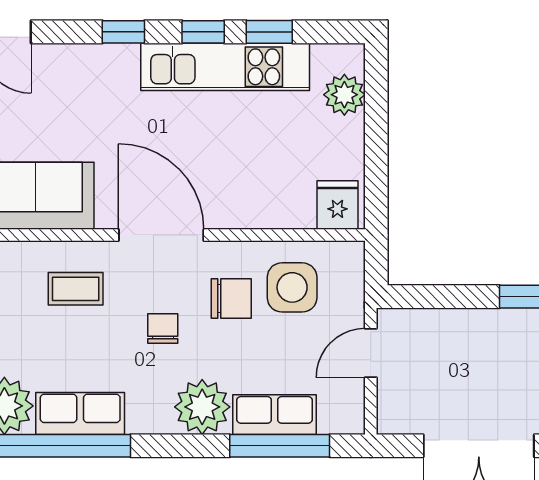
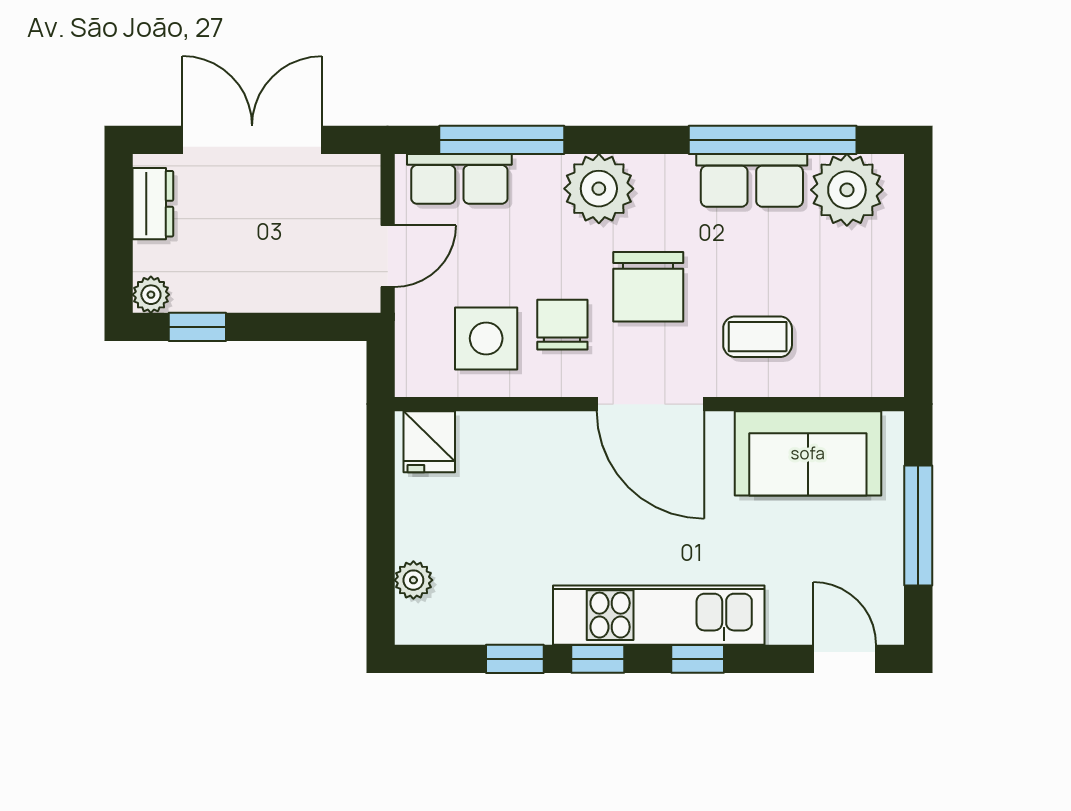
kitchen unit: (225, 67) -> (659, 615), moved
plant: (344, 95) -> (413, 580), width x0.73, depth x0.73
chair: (231, 298) -> (562, 325), turned 90
chair: (163, 329) -> (648, 287), width x1.87, depth x1.87
row of seats: (275, 415) -> (459, 179), moved

